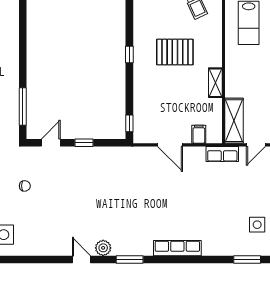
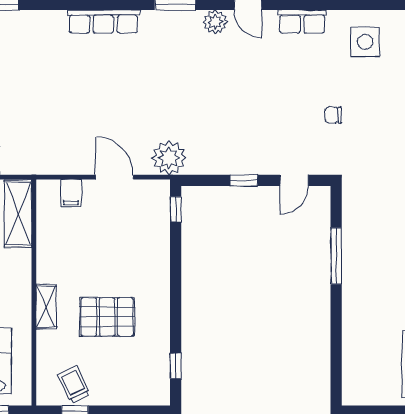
window: (129, 54) -> (176, 366), moved
shelving: (215, 83) -> (46, 307), moved
window: (23, 106) -> (336, 256), moved
row of seats: (222, 154) -> (302, 22), moved, turned 180
plant: (134, 158) -> (169, 158), added

